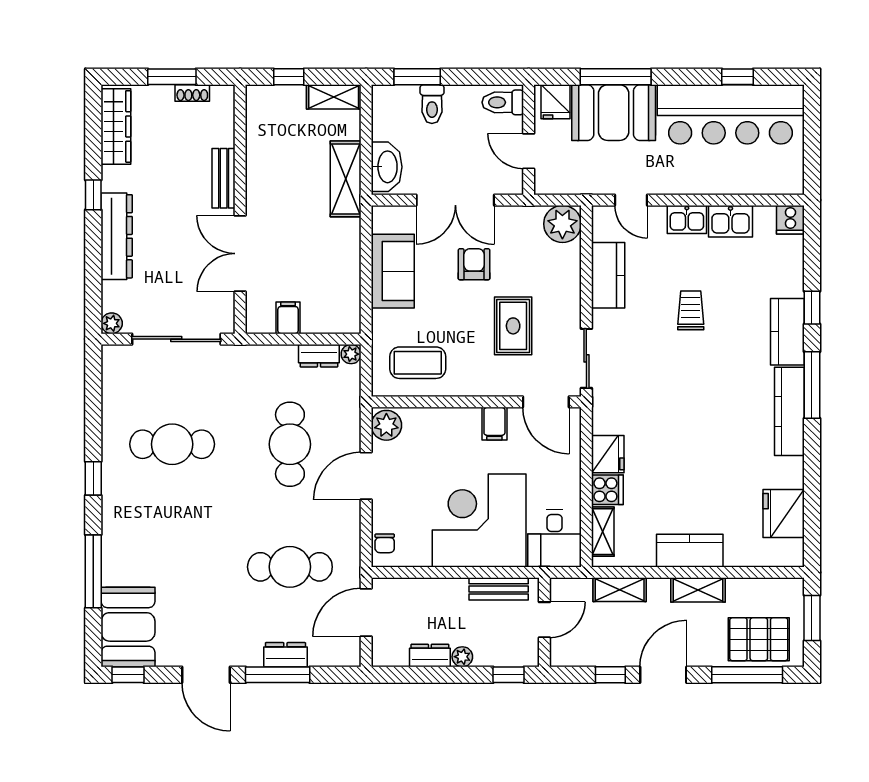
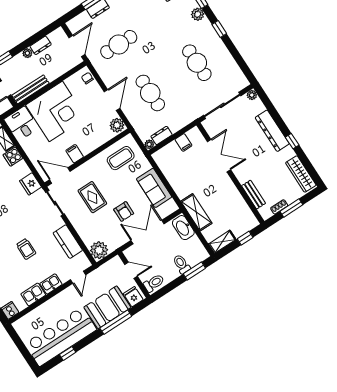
bench: (224, 178) -> (254, 195), moved
door: (631, 200) -> (78, 277), swing flipped
cafe table: (172, 444) -> (197, 63), turned 90
fridge: (608, 454) -> (31, 184), moved
plant: (115, 530) -> (198, 14), added
bench: (499, 589) -> (31, 89), width x1.36

